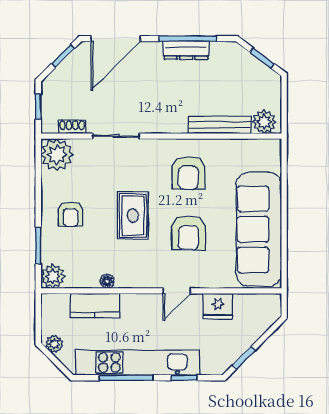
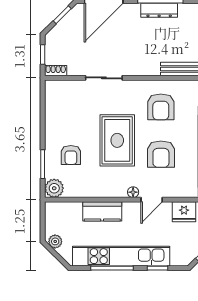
shoe rack: (72, 127) -> (56, 71), moved
plant: (57, 155) -> (57, 93), removed
armchair: (71, 214) -> (71, 155), moved
rug: (133, 215) -> (117, 140), width x1.36, depth x1.43
floor lamp: (107, 281) -> (133, 192), moved
kitchen counter: (95, 306) -> (102, 211), moved

